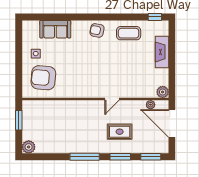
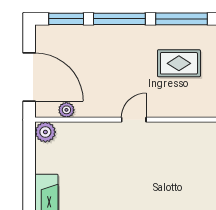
rug: (120, 132) -> (179, 63), moved
window: (120, 157) -> (119, 19), width x1.44

